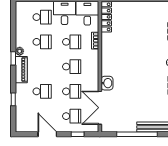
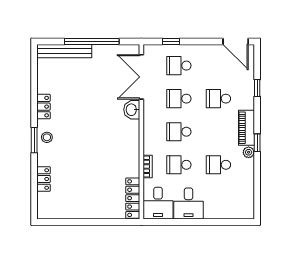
school desk: (42, 17) -> (218, 198), removed
double door: (100, 108) -> (141, 77), swing flipped
door: (47, 134) -> (236, 41), moved

